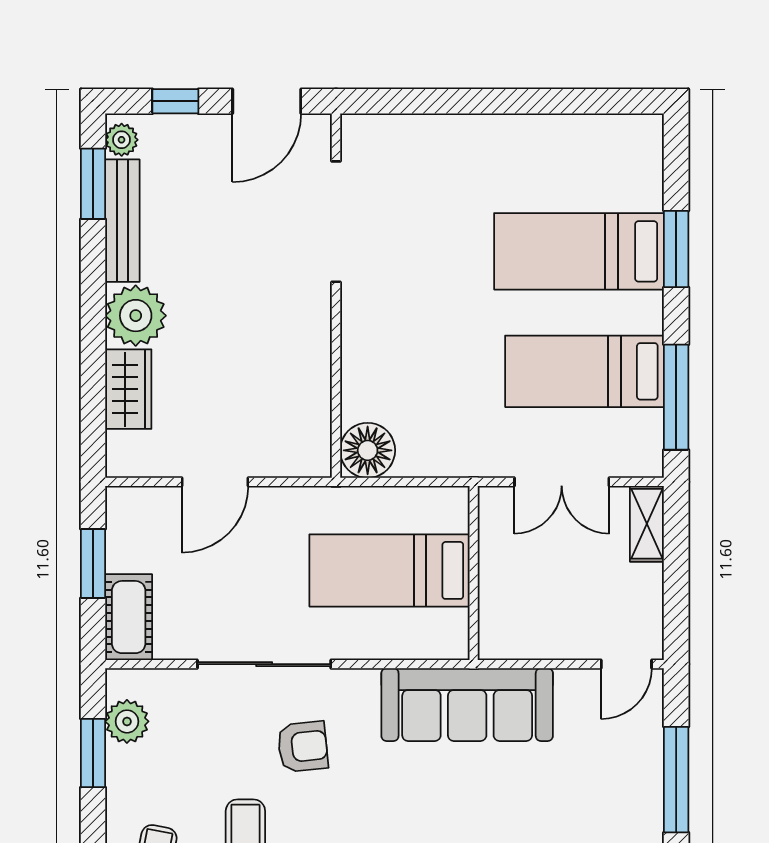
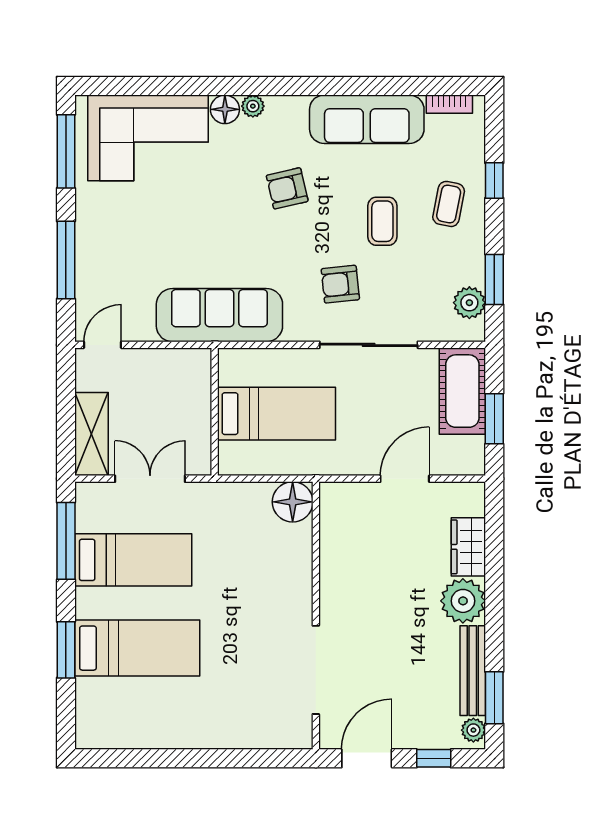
shelving: (647, 524) -> (92, 434), width x1.50, depth x1.33
cot: (129, 617) -> (462, 391), width x1.37, depth x1.34

